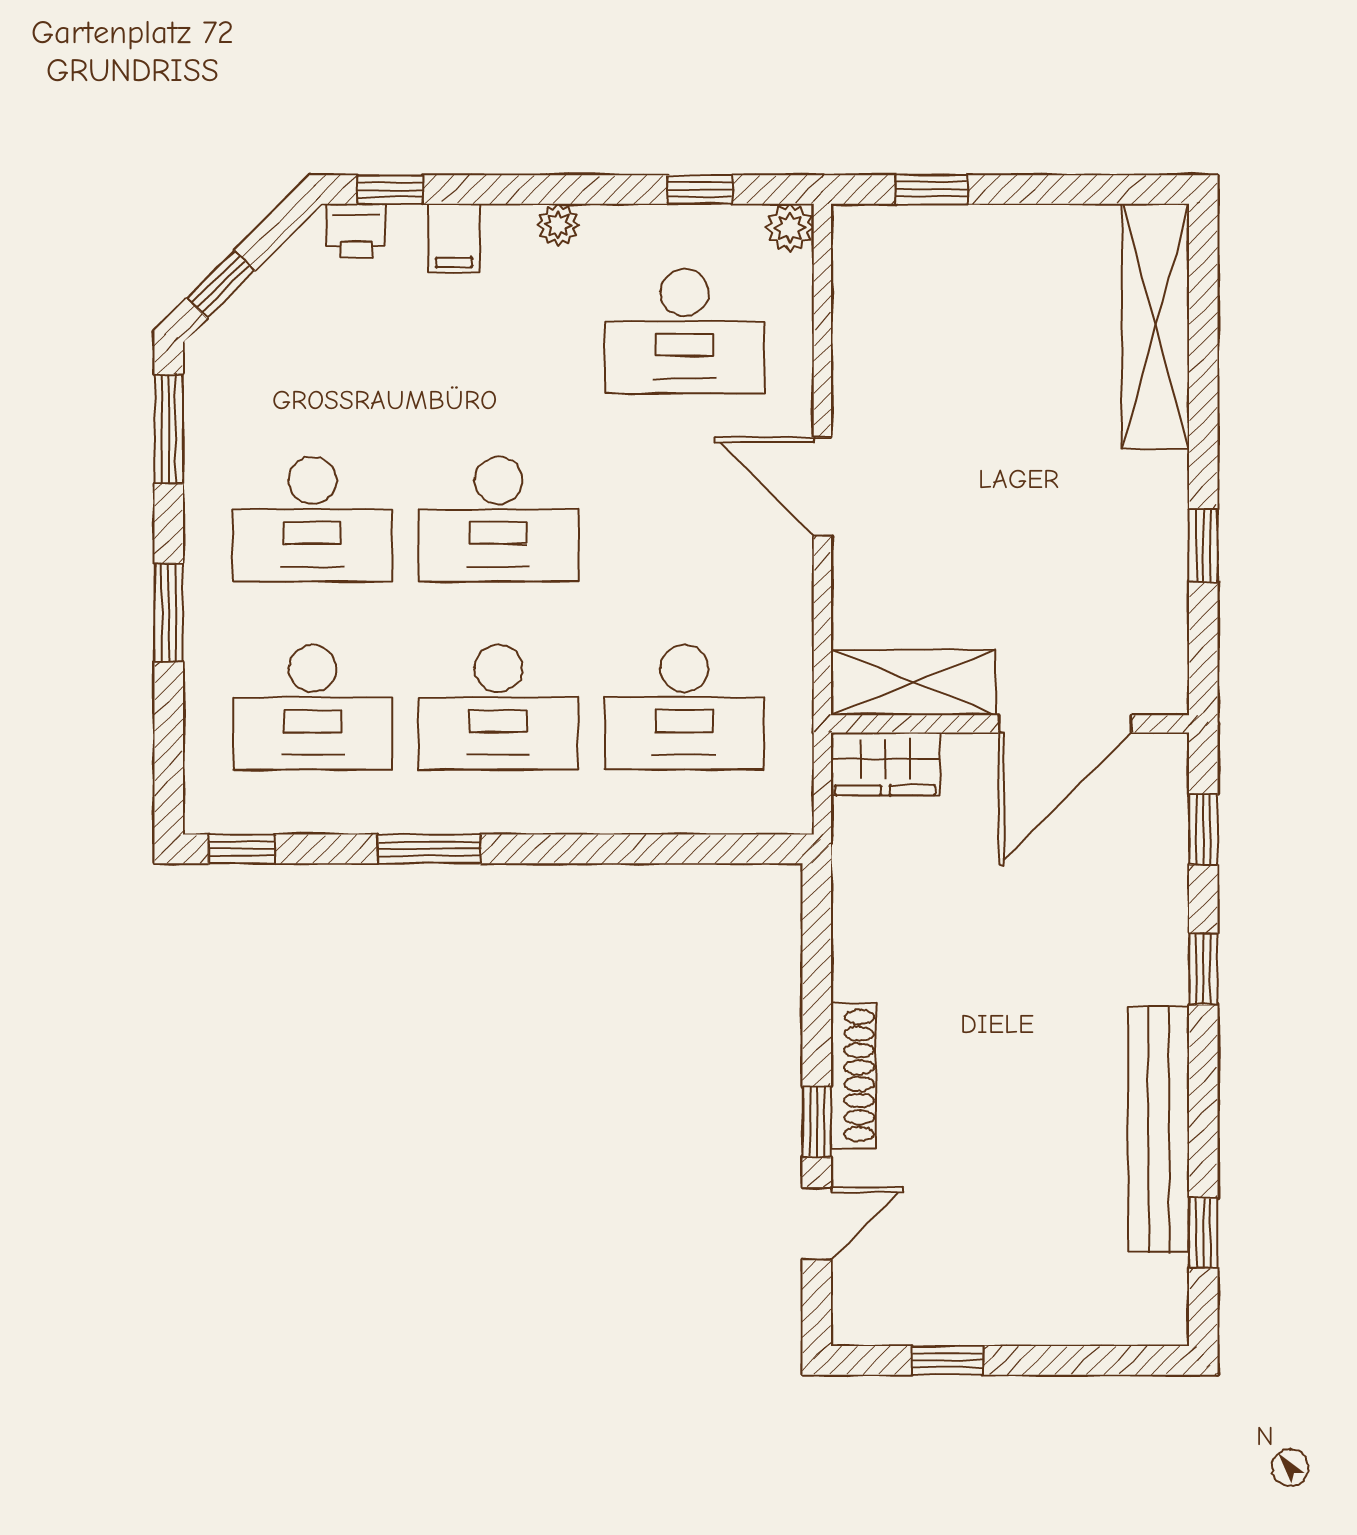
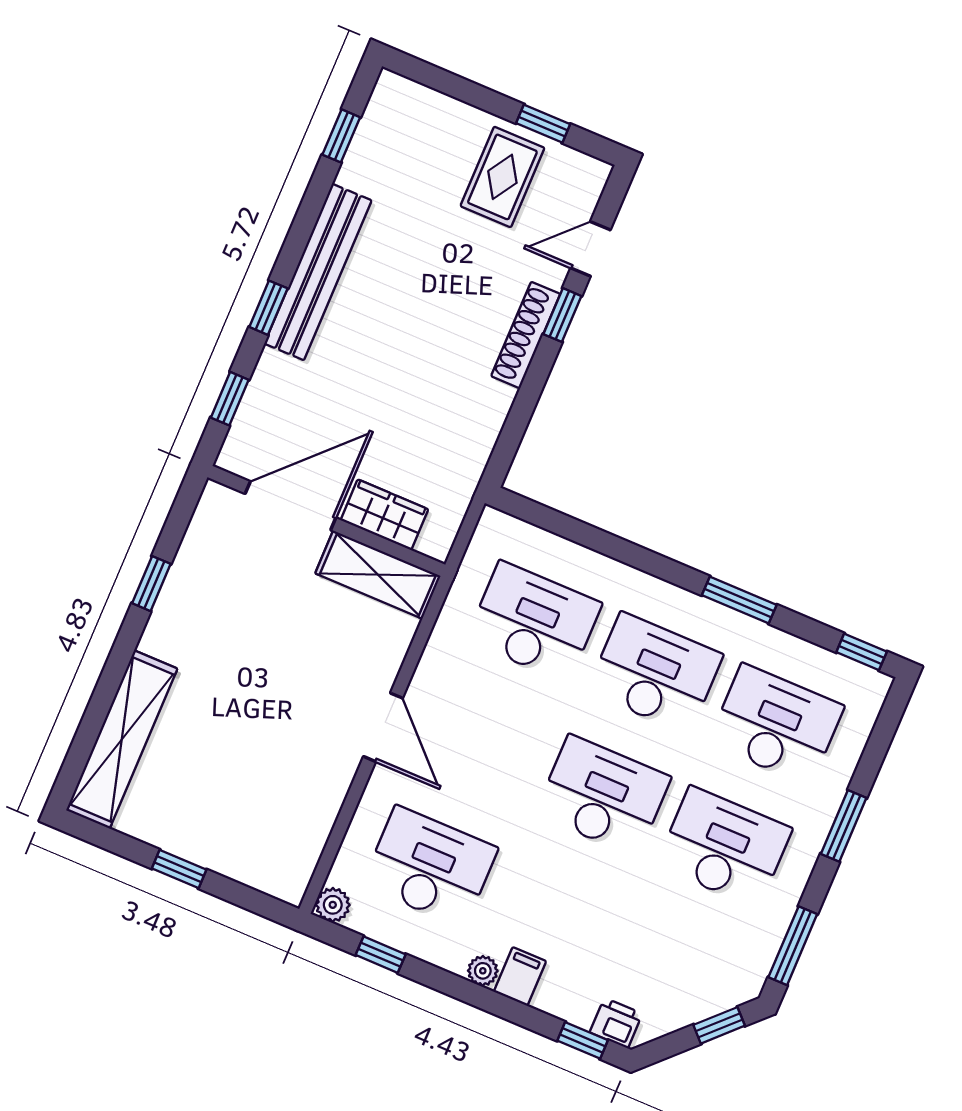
window: (931, 190) -> (179, 869), moved
filing cabinet: (454, 238) -> (520, 976), moved
wardrobe: (885, 764) -> (384, 515), moved
bench: (1158, 1129) -> (318, 272), moved
rug: (971, 1268) -> (502, 177), added

